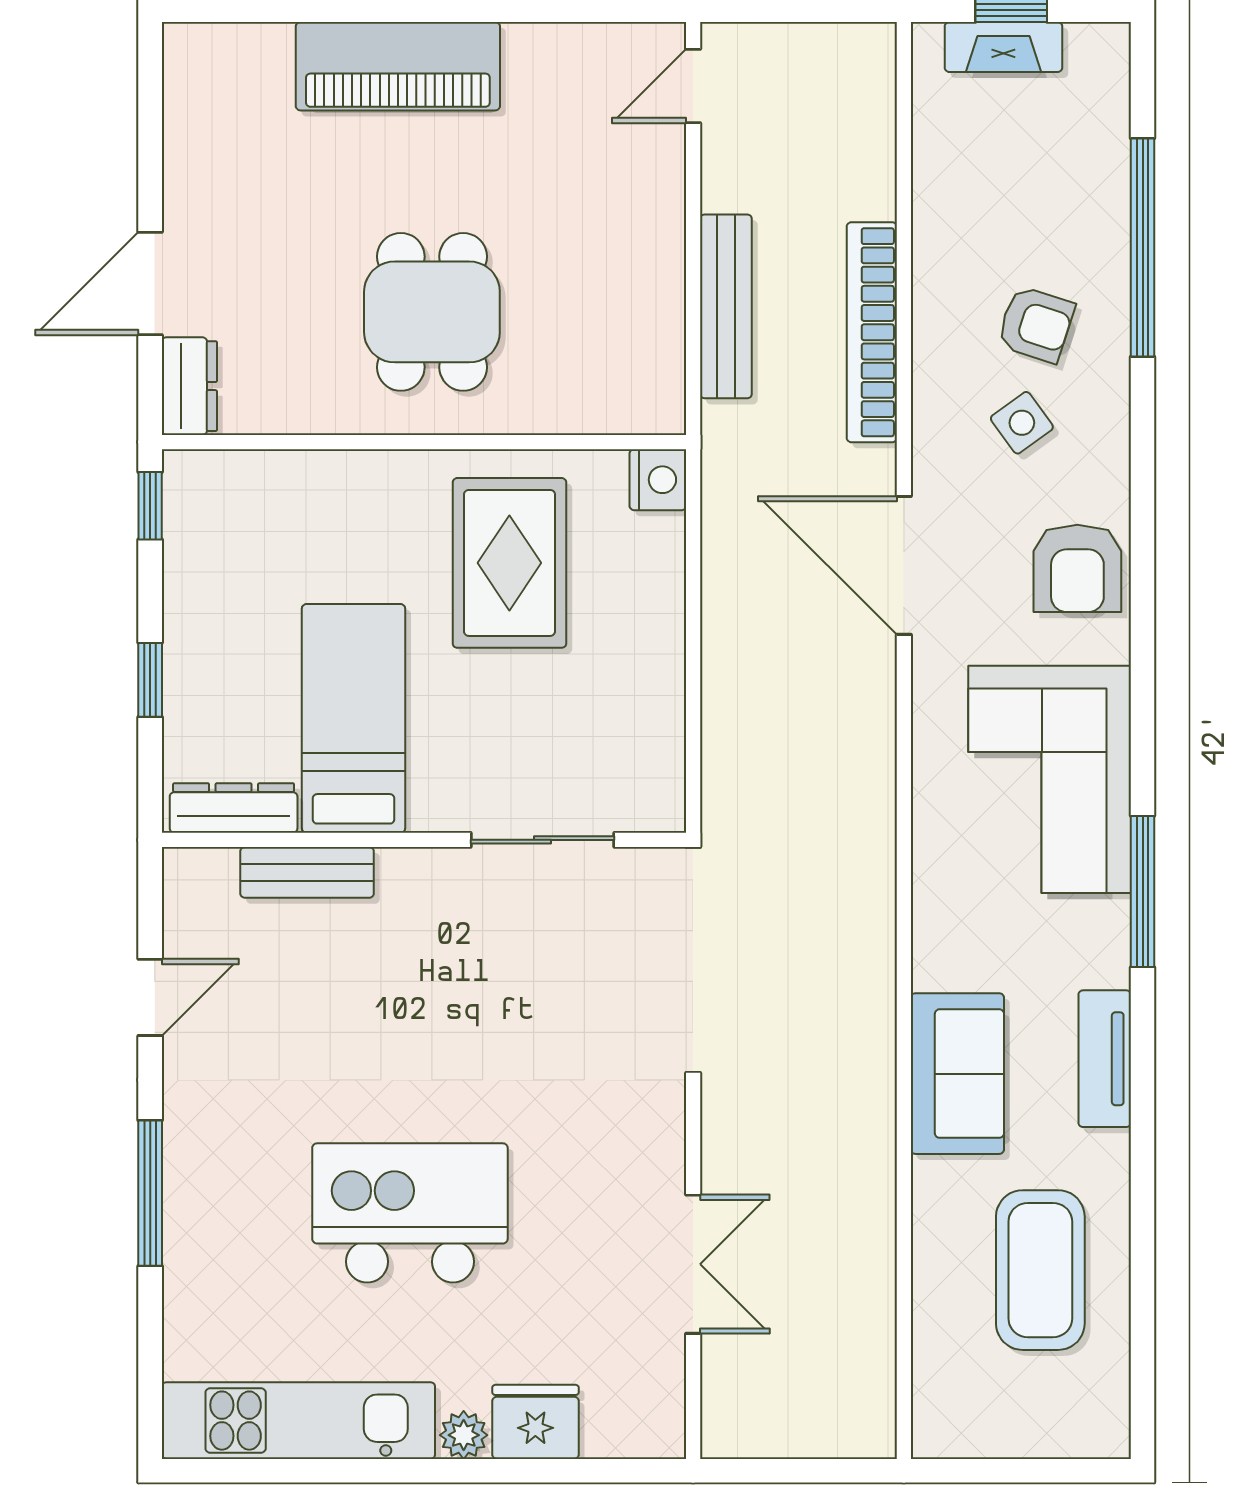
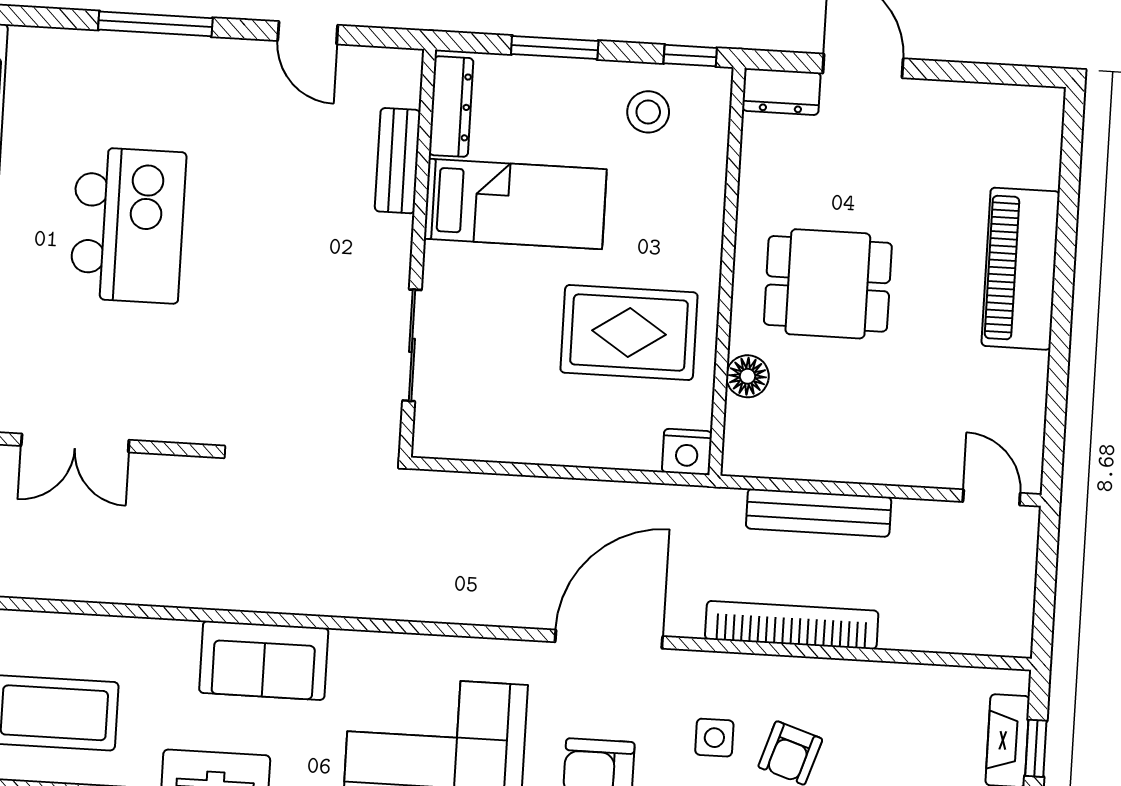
floor lamp: (557, 408) -> (747, 376), added
side table: (1022, 423) -> (714, 738), turned 36
stool: (225, 555) -> (648, 112), added
window: (150, 680) -> (555, 48), width x1.50
sofa: (957, 1074) -> (264, 660), moved

